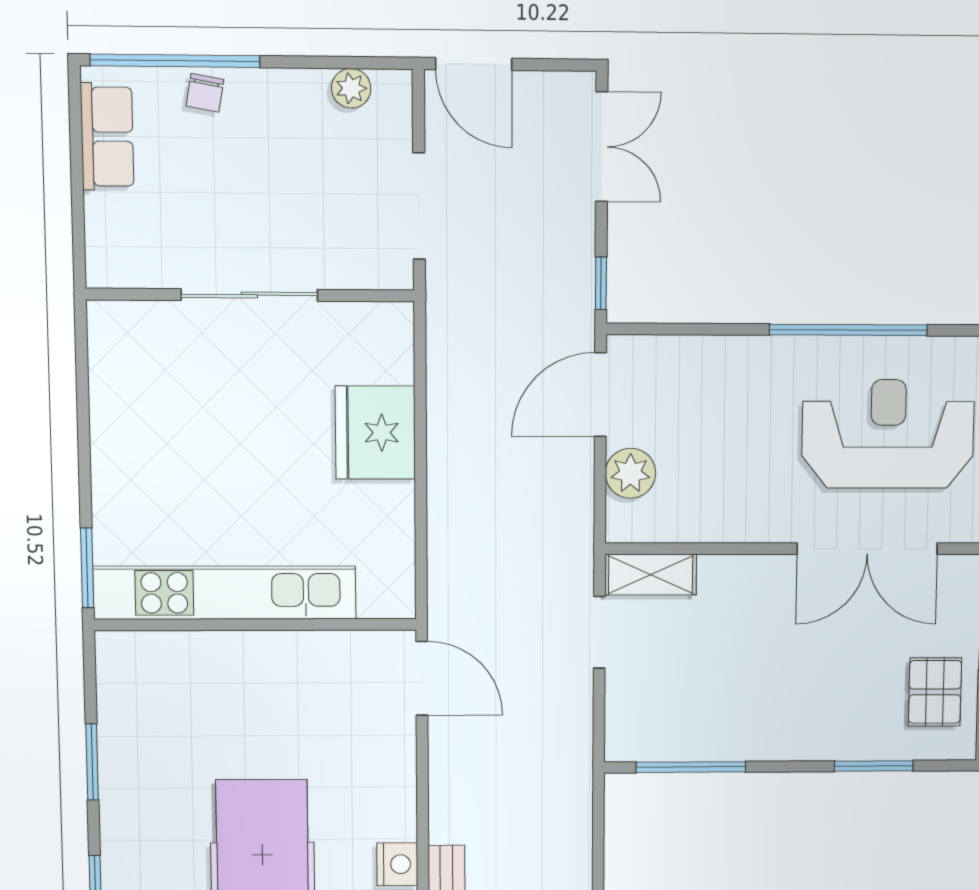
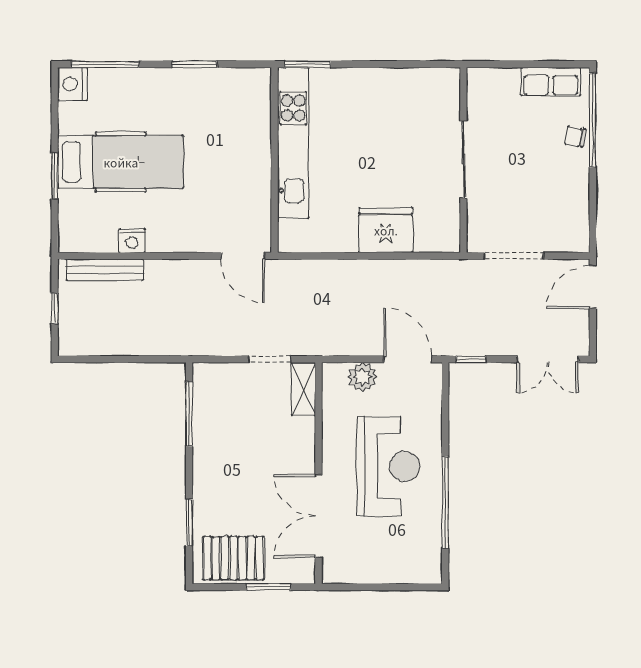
plant: (351, 88) -> (579, 218), removed
reception desk: (888, 434) -> (388, 466), moved
door: (422, 678) -> (243, 256), hinge flipped
pallet: (935, 692) -> (233, 558), width x1.50, depth x1.42

